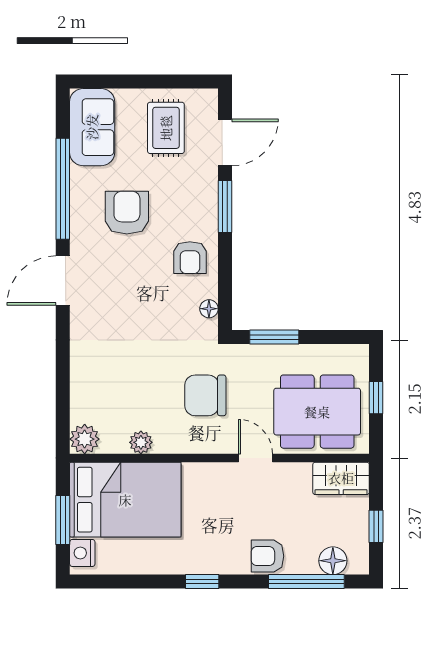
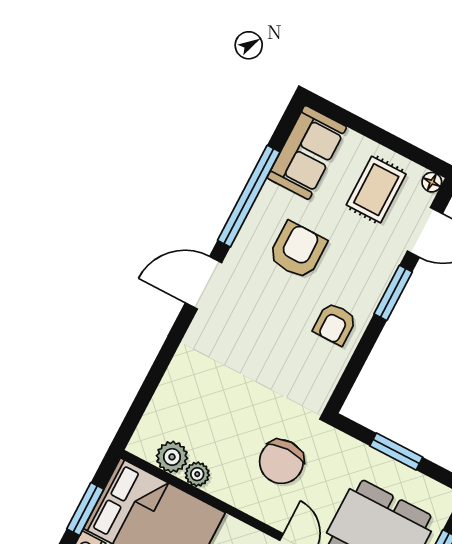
floor lamp: (209, 309) -> (432, 182), moved
window: (274, 337) -> (396, 452), moved
chair: (205, 395) -> (281, 462), turned -90
plant: (85, 439) -> (172, 457), moved

